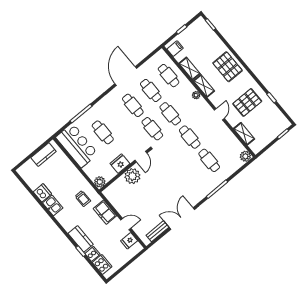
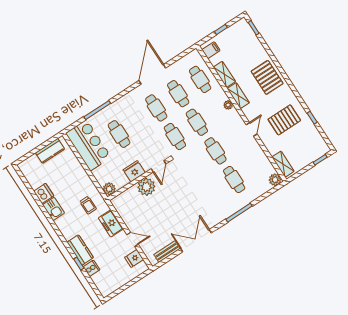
shelving: (244, 134) -> (283, 164), moved
cooker: (102, 264) -> (101, 281), removed

